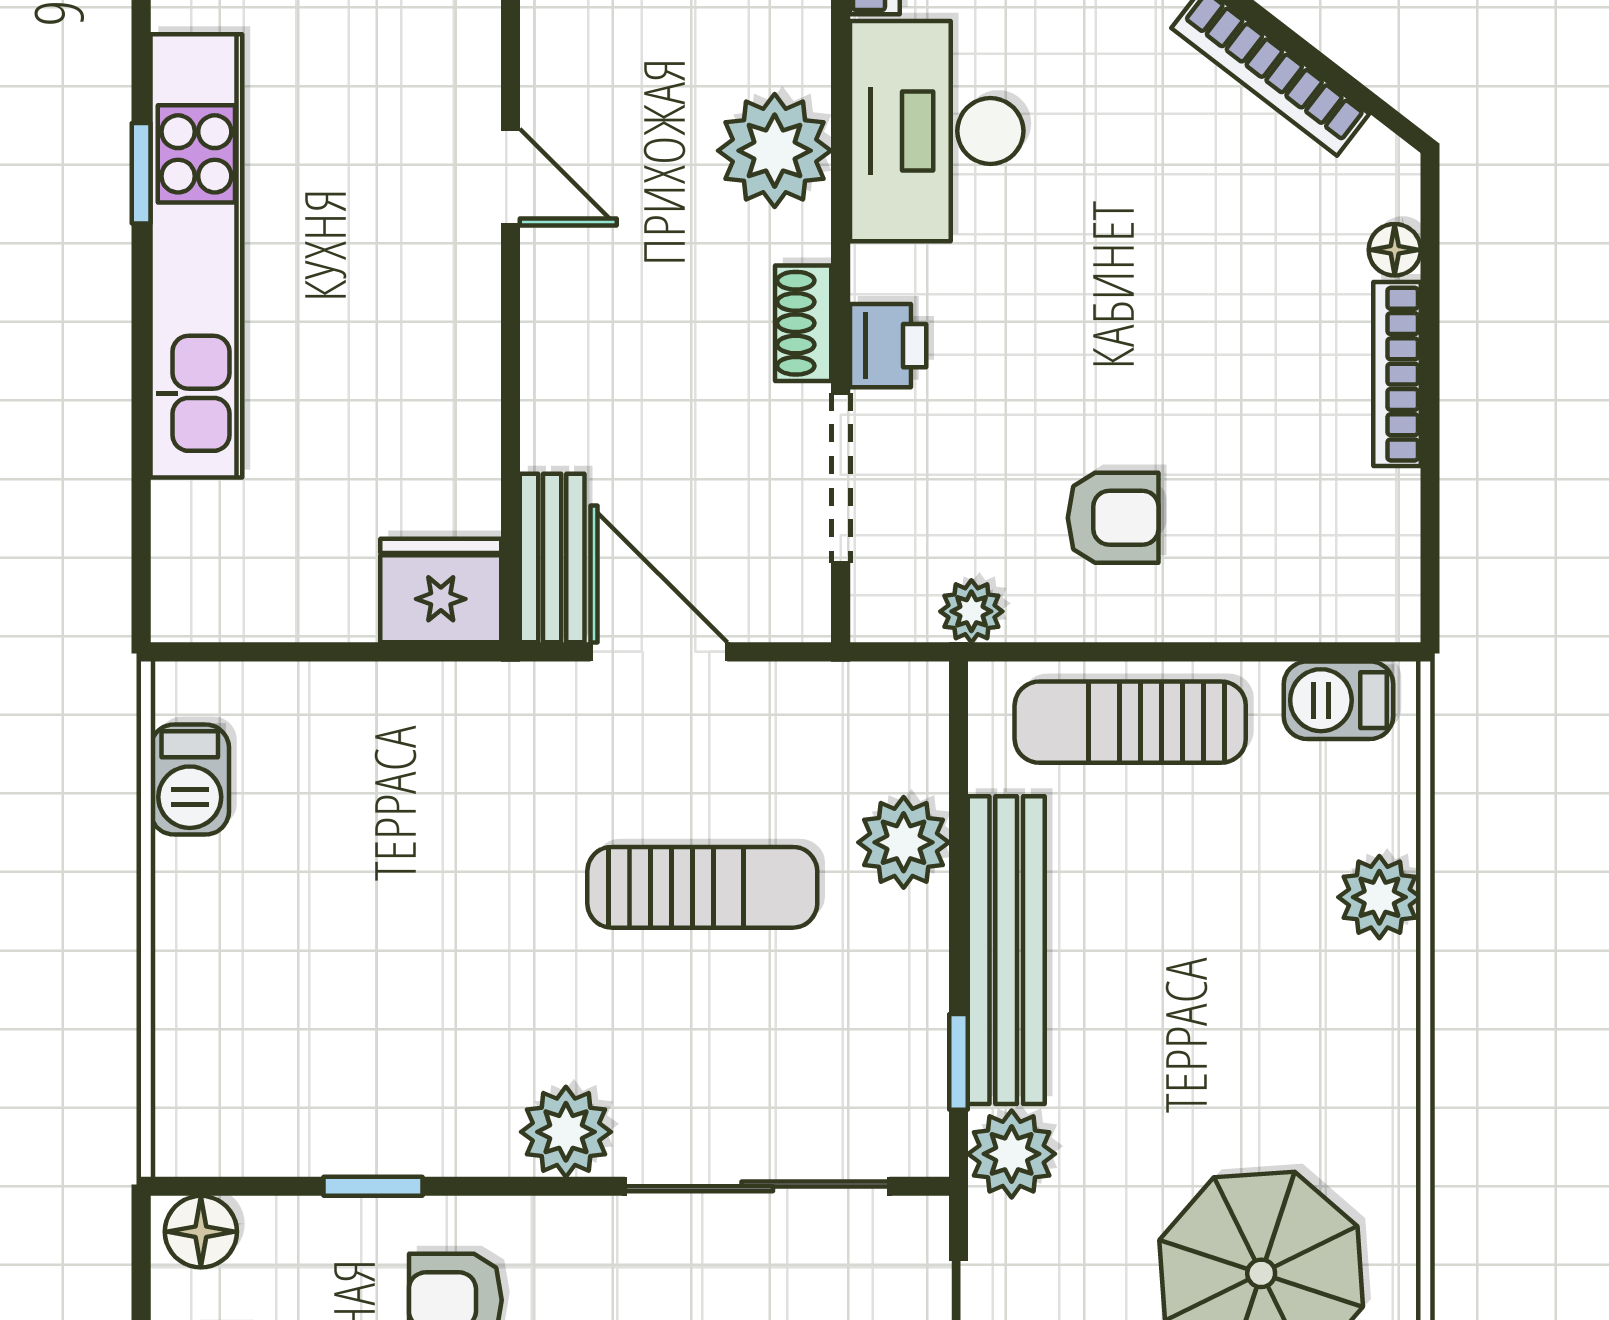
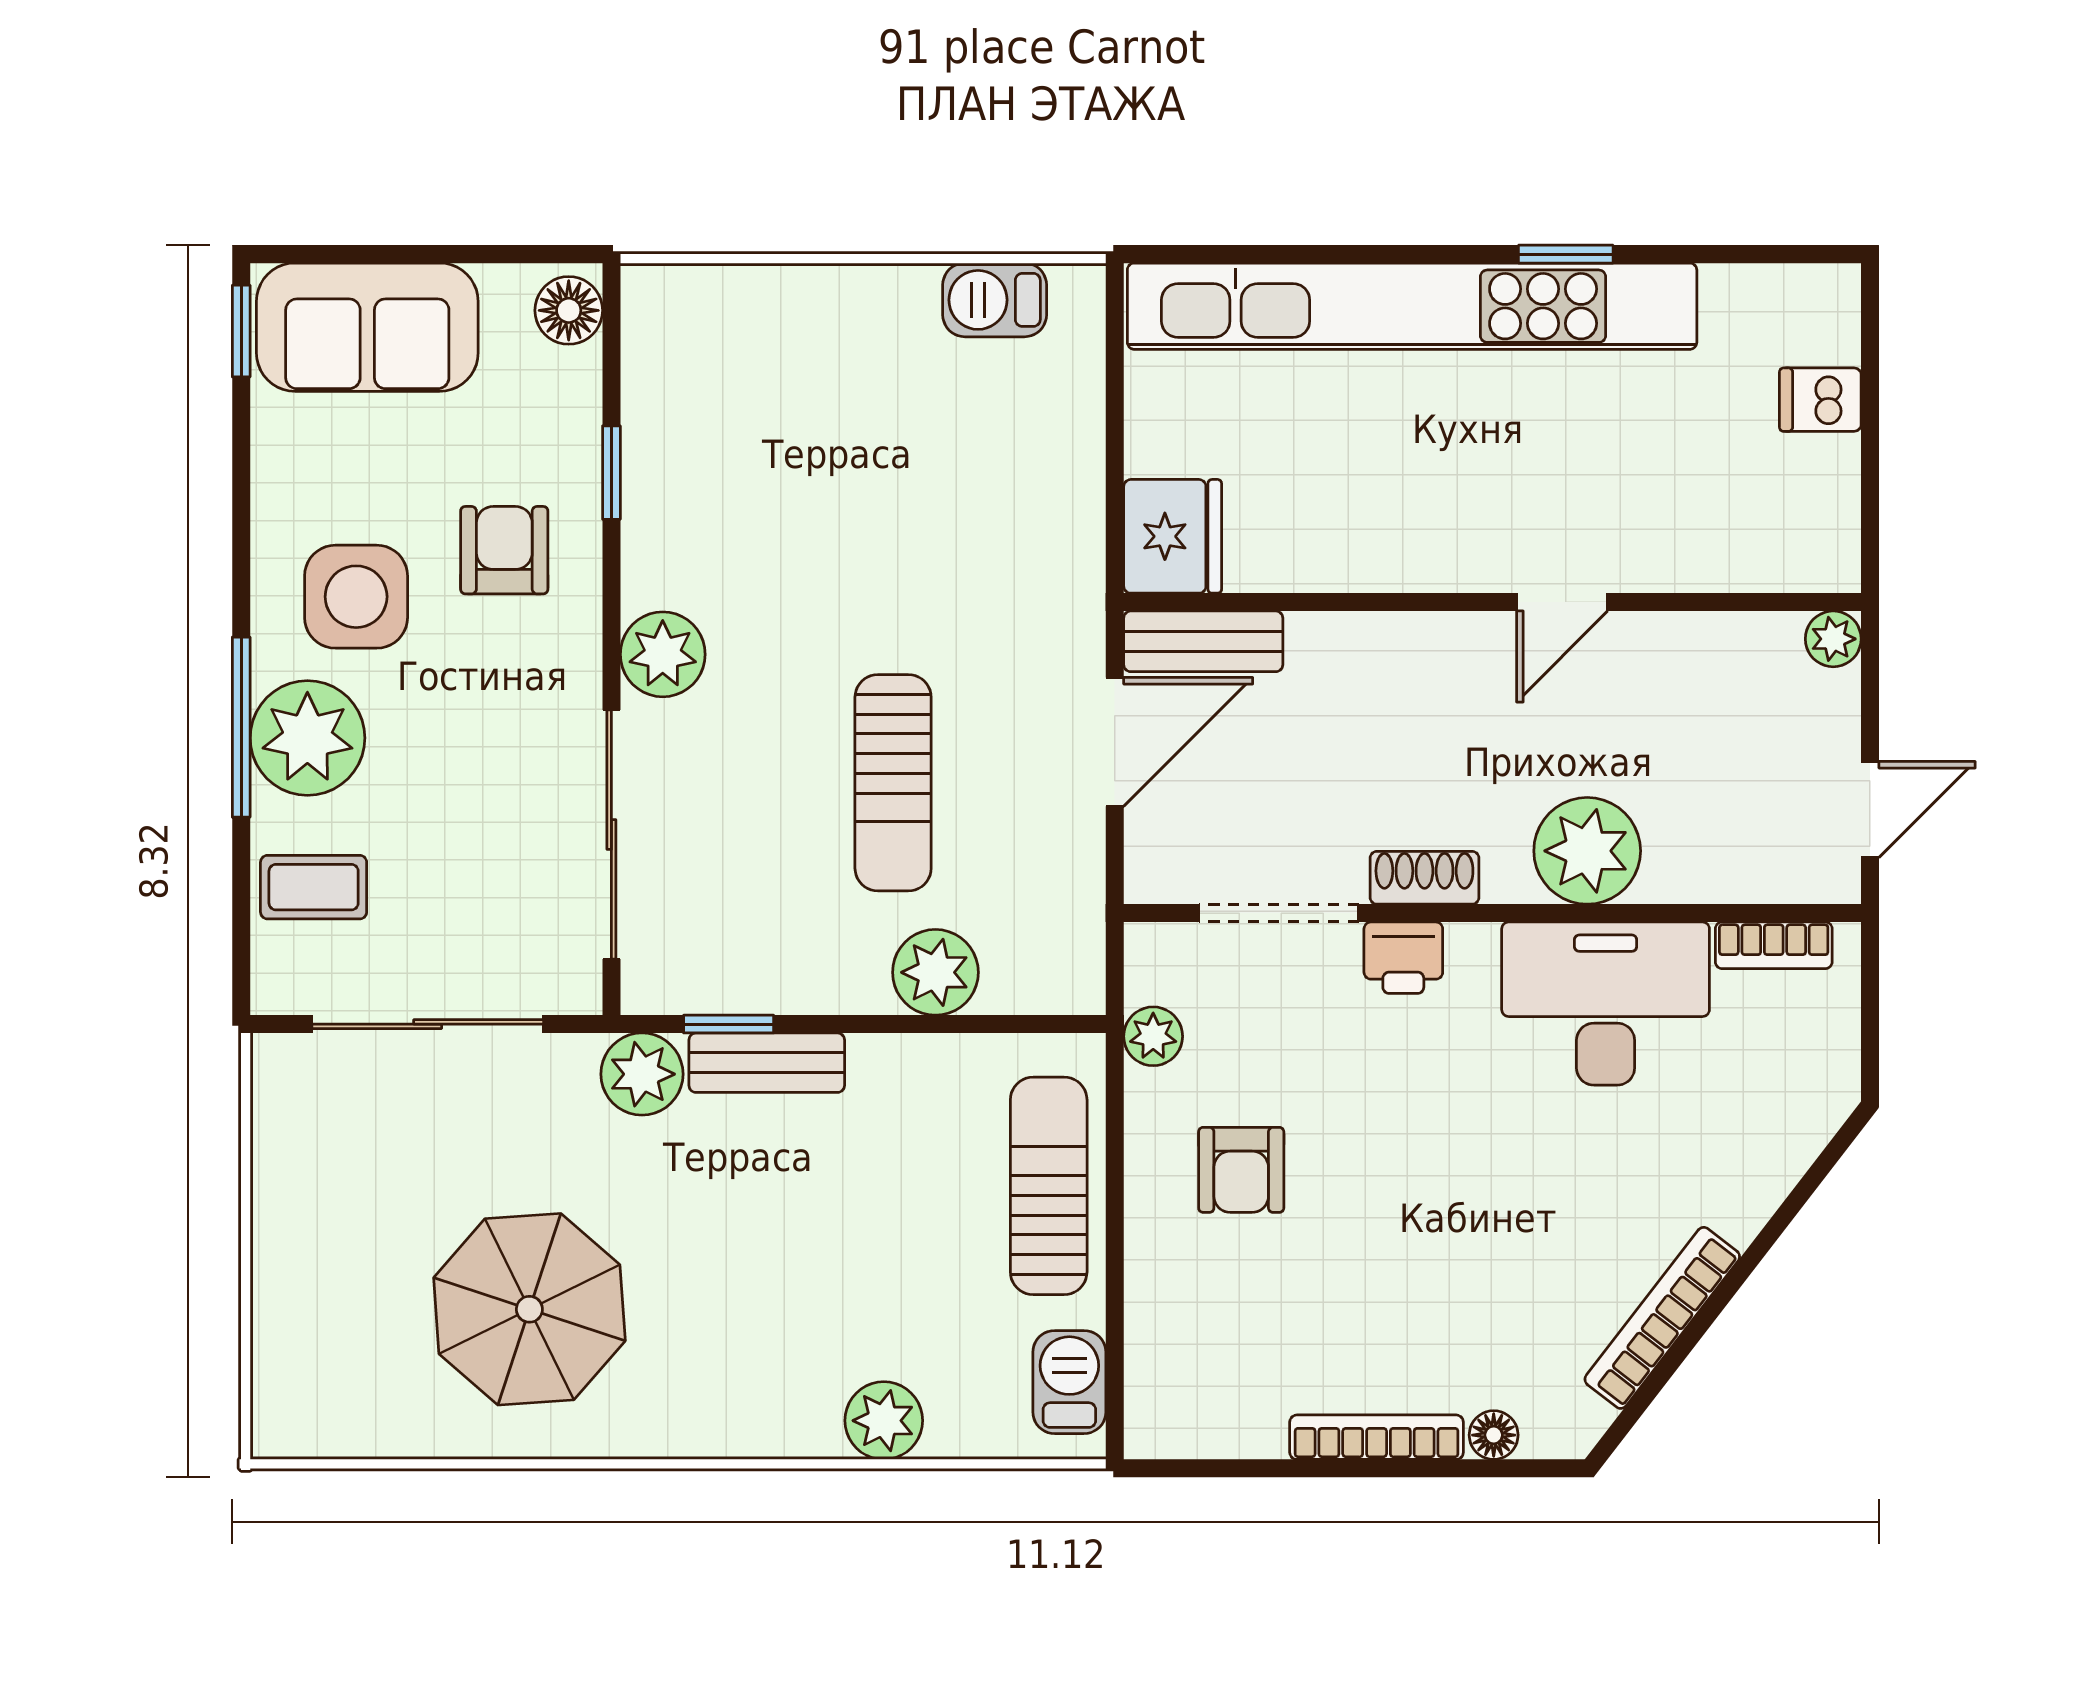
kitchen unit: (196, 256) -> (1412, 306), width x1.36
bench: (1006, 950) -> (767, 1063), width x0.54, depth x0.82

